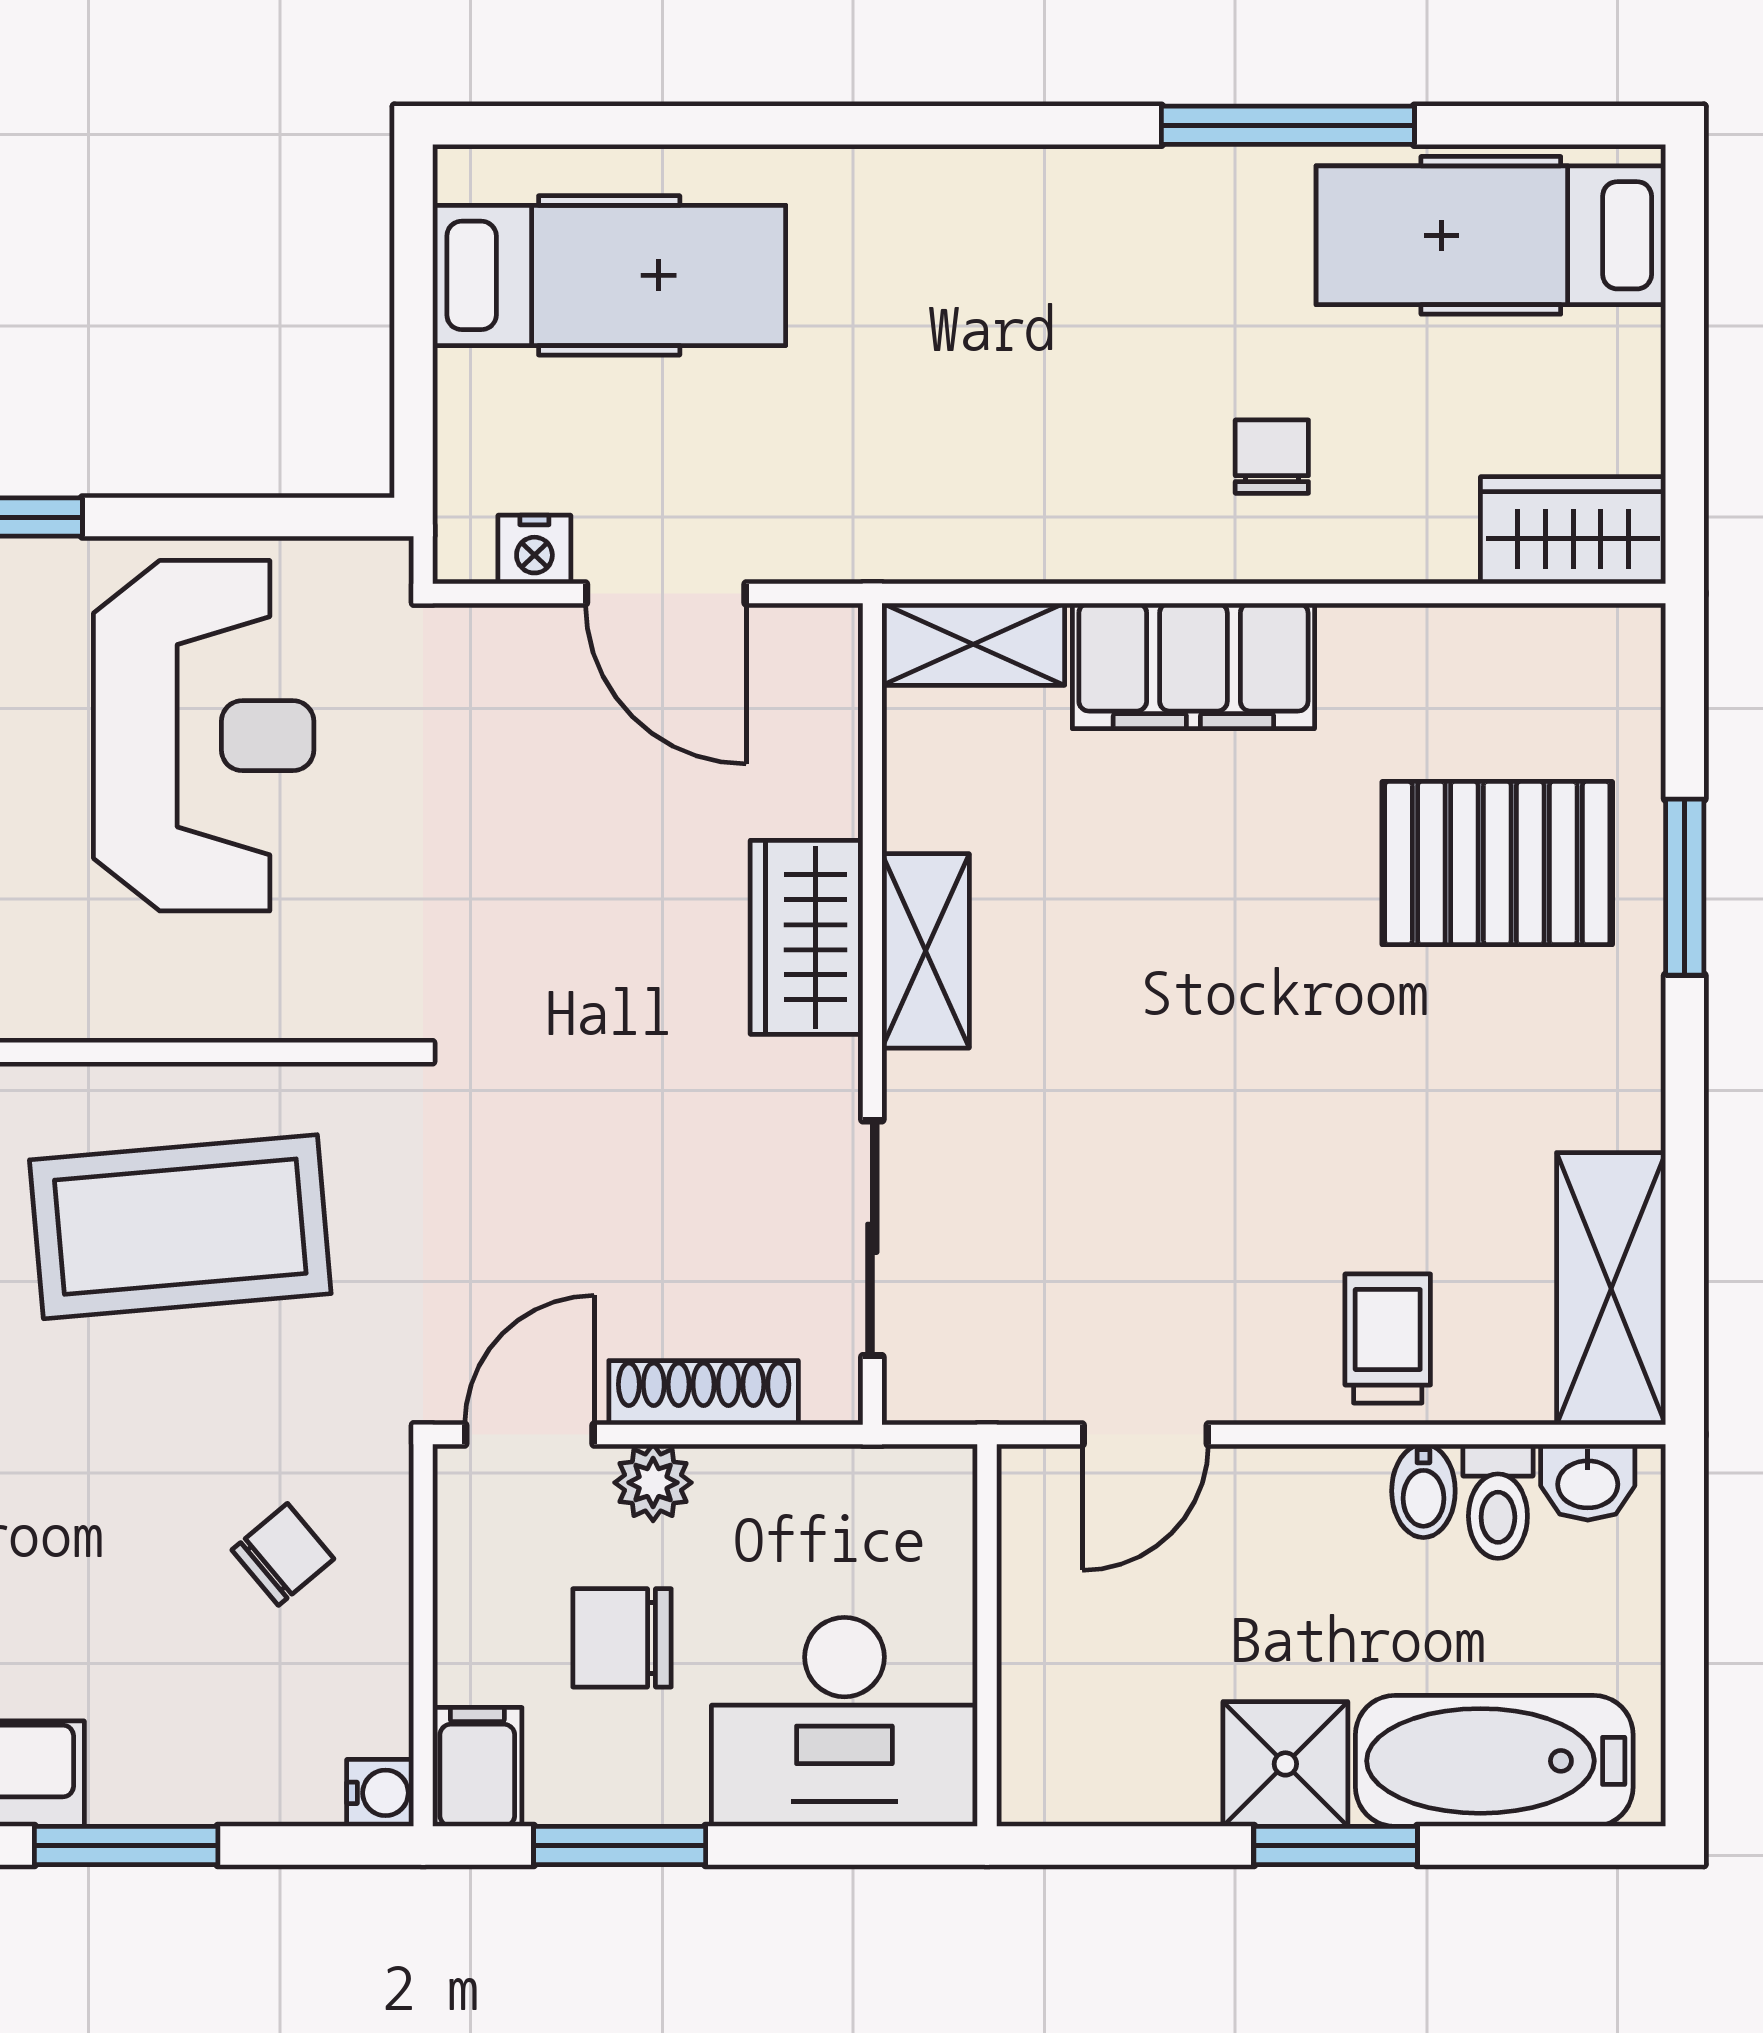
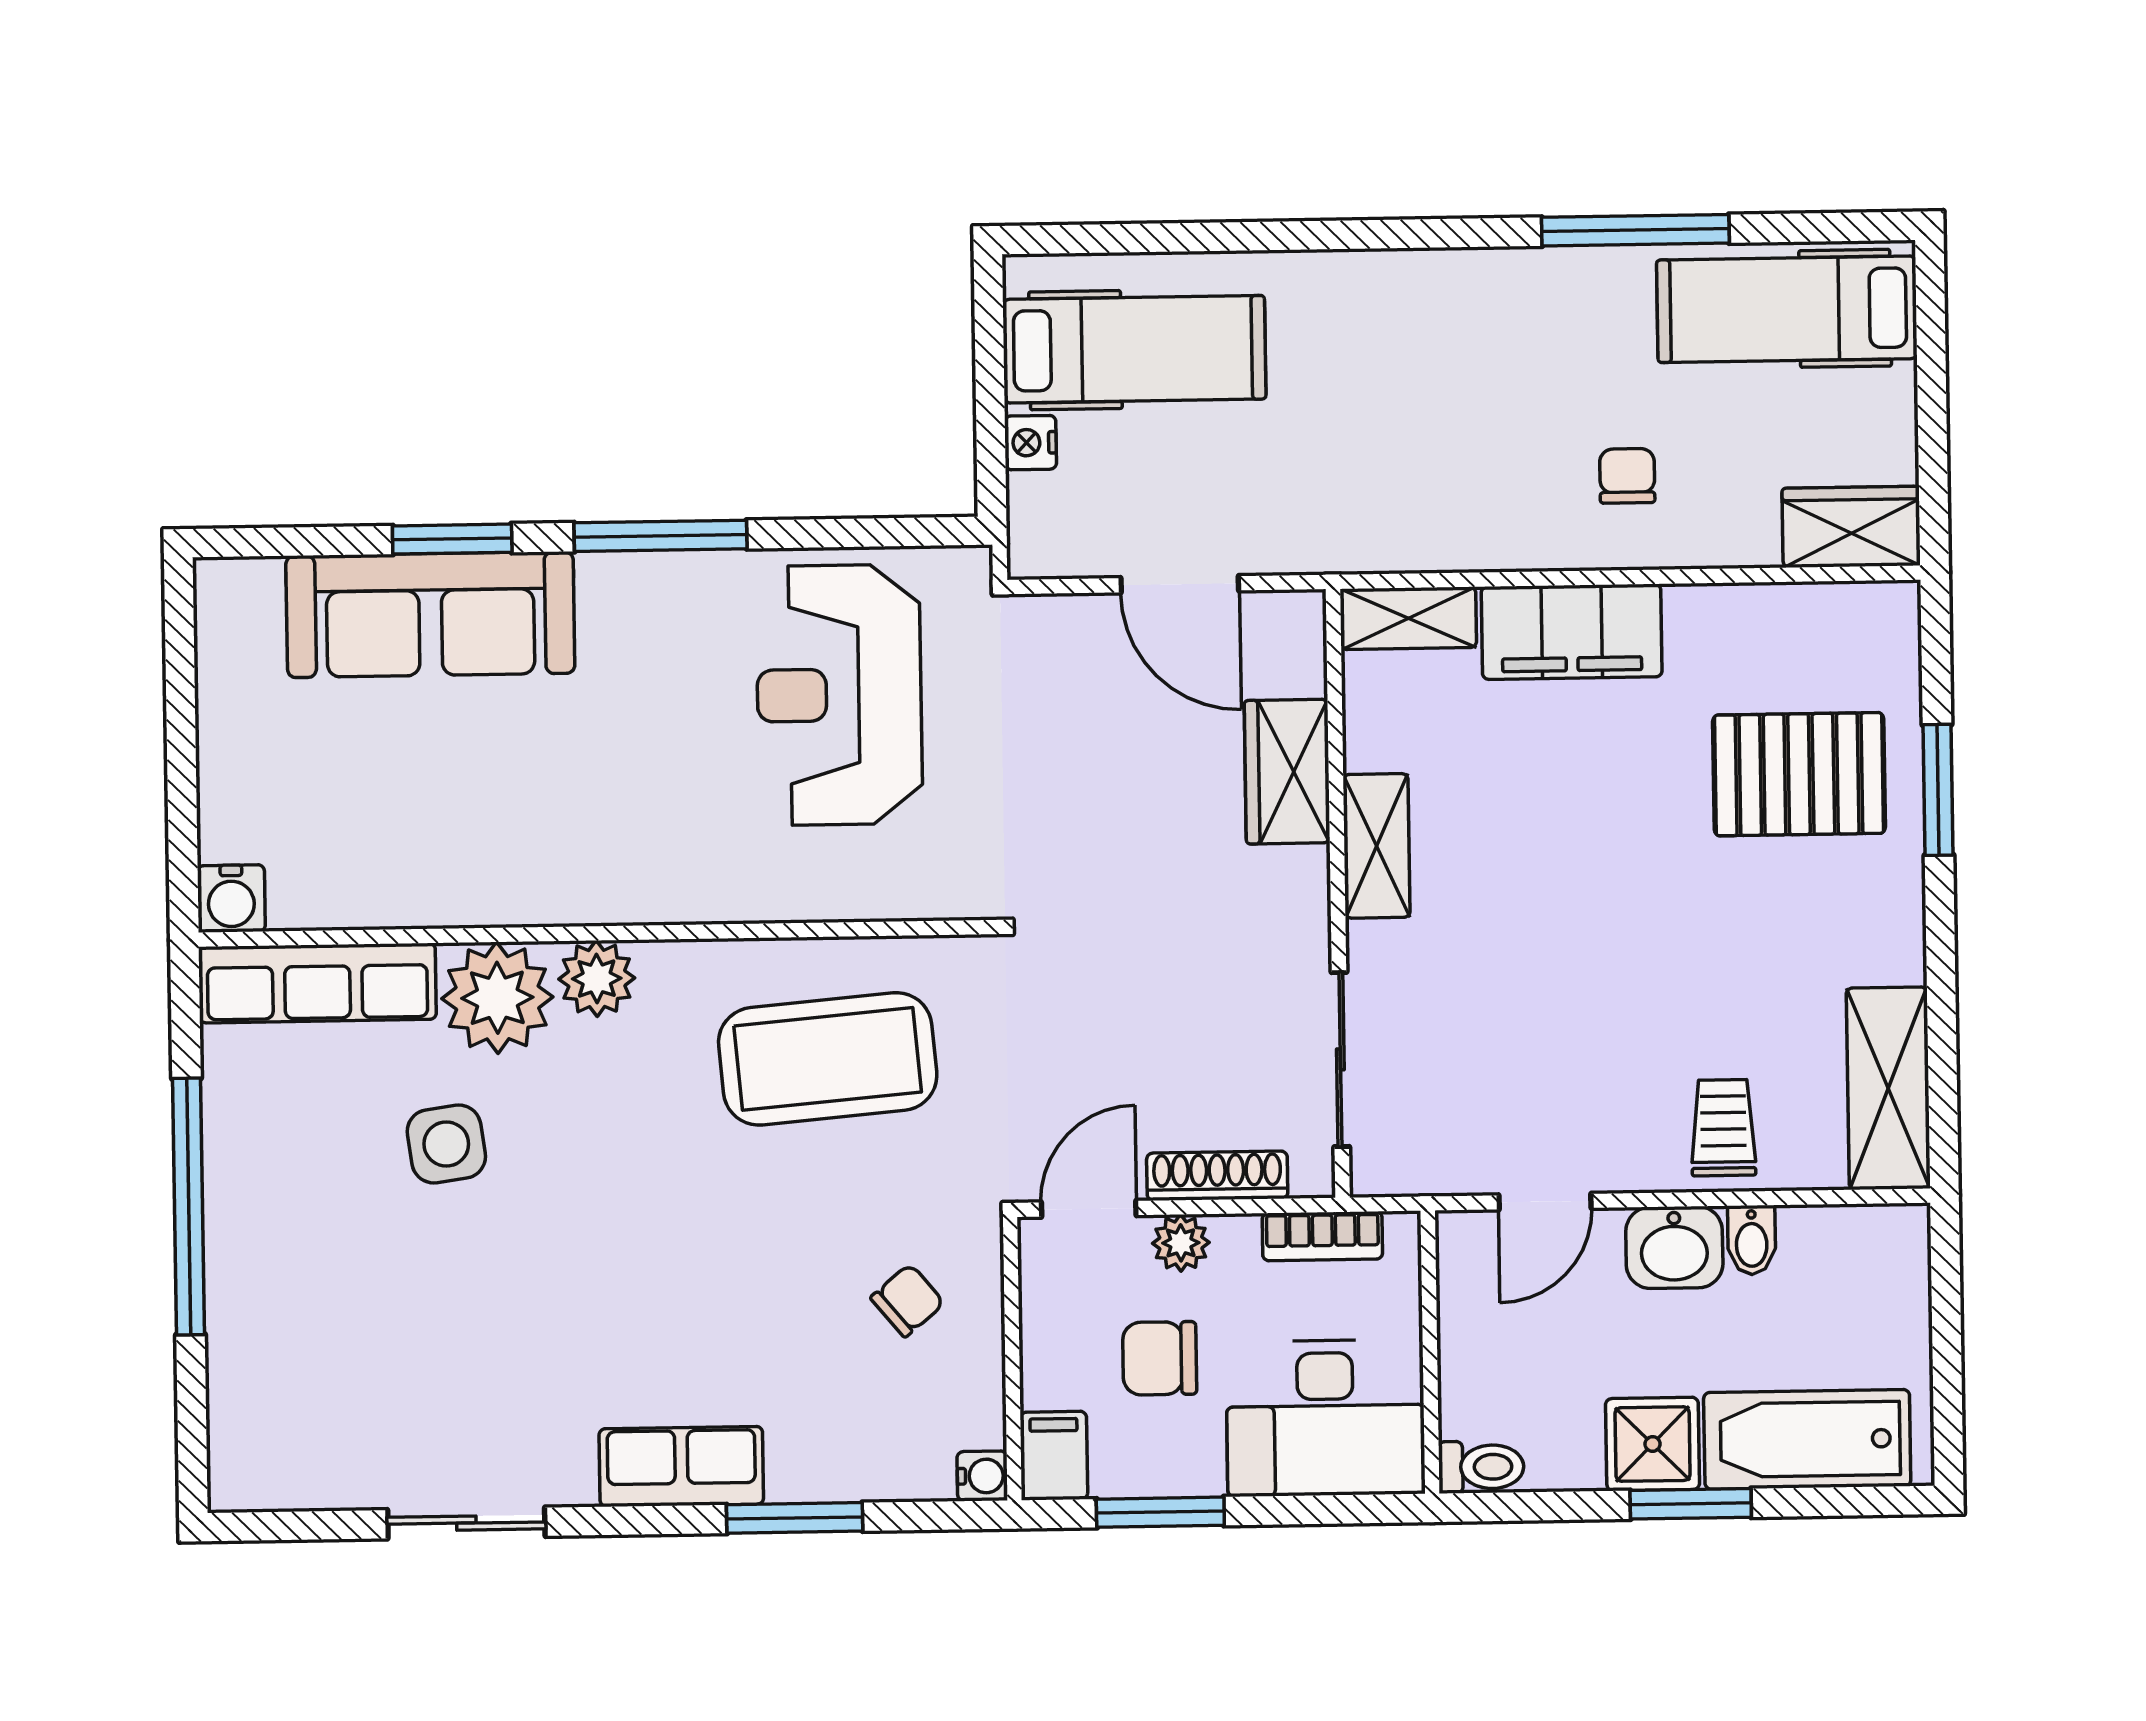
nightstand: (534, 550) -> (1030, 443), moved, turned 90
reception desk: (204, 736) -> (839, 695), turned 180
wardrobe: (806, 937) -> (1287, 772), moved
bookcase: (844, 1476) -> (1322, 1236), added
washbasin: (1588, 1482) -> (1674, 1247), moved, width x1.38, depth x1.45
toilet: (1498, 1501) -> (1481, 1467), moved, turned -90

